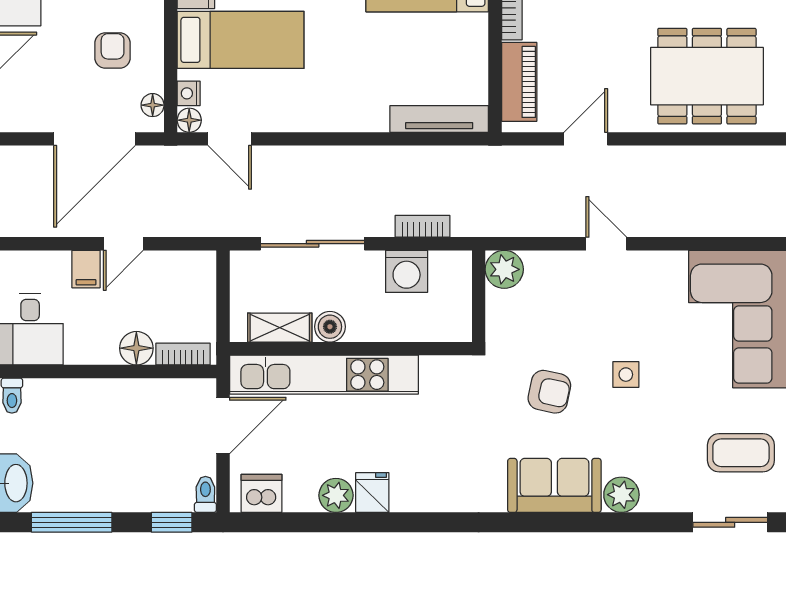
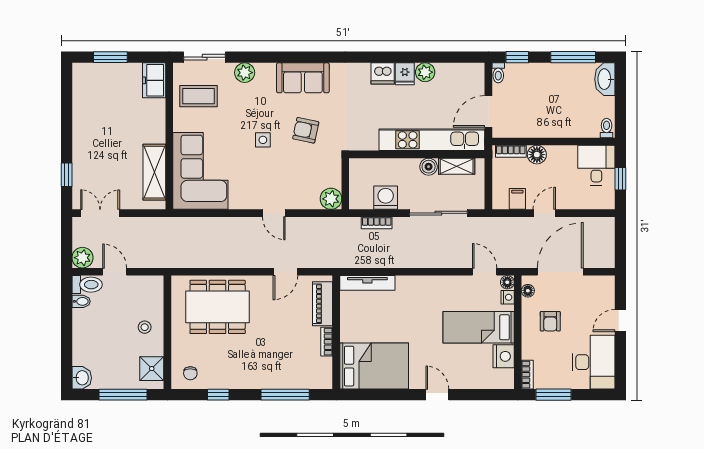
filing cabinet: (86, 269) -> (517, 199), moved
dishwasher: (262, 493) -> (383, 73), moved
plant: (621, 495) -> (245, 73), moved

